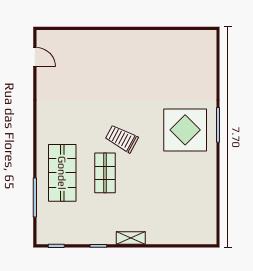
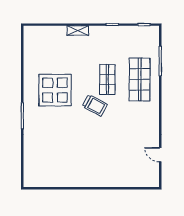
door: (35, 57) -> (160, 155), moved
display table: (185, 130) -> (55, 90), moved
shelving: (131, 238) -> (78, 30), moved

